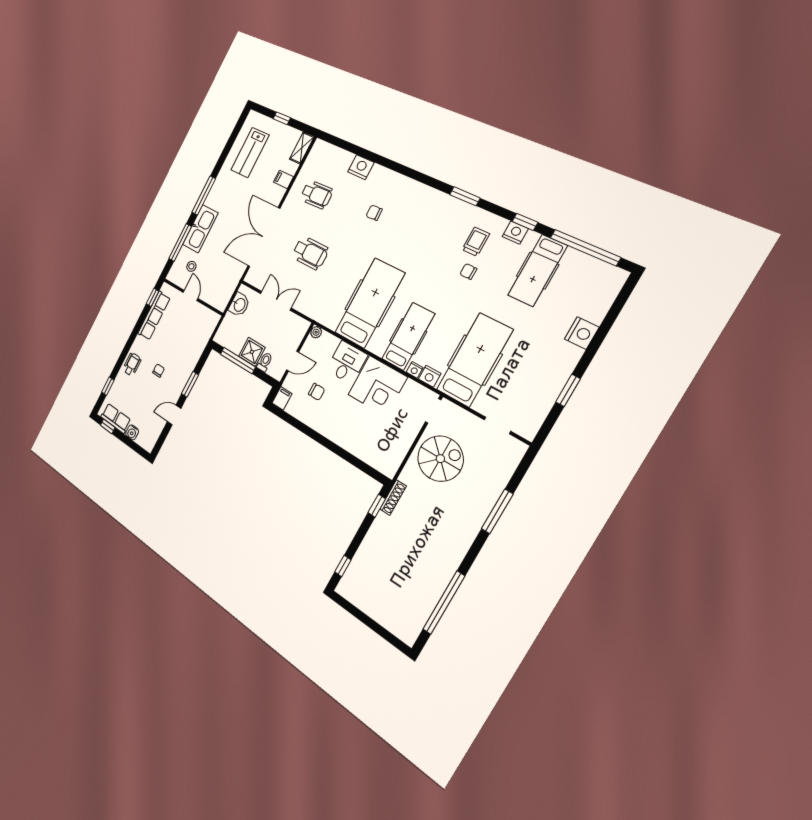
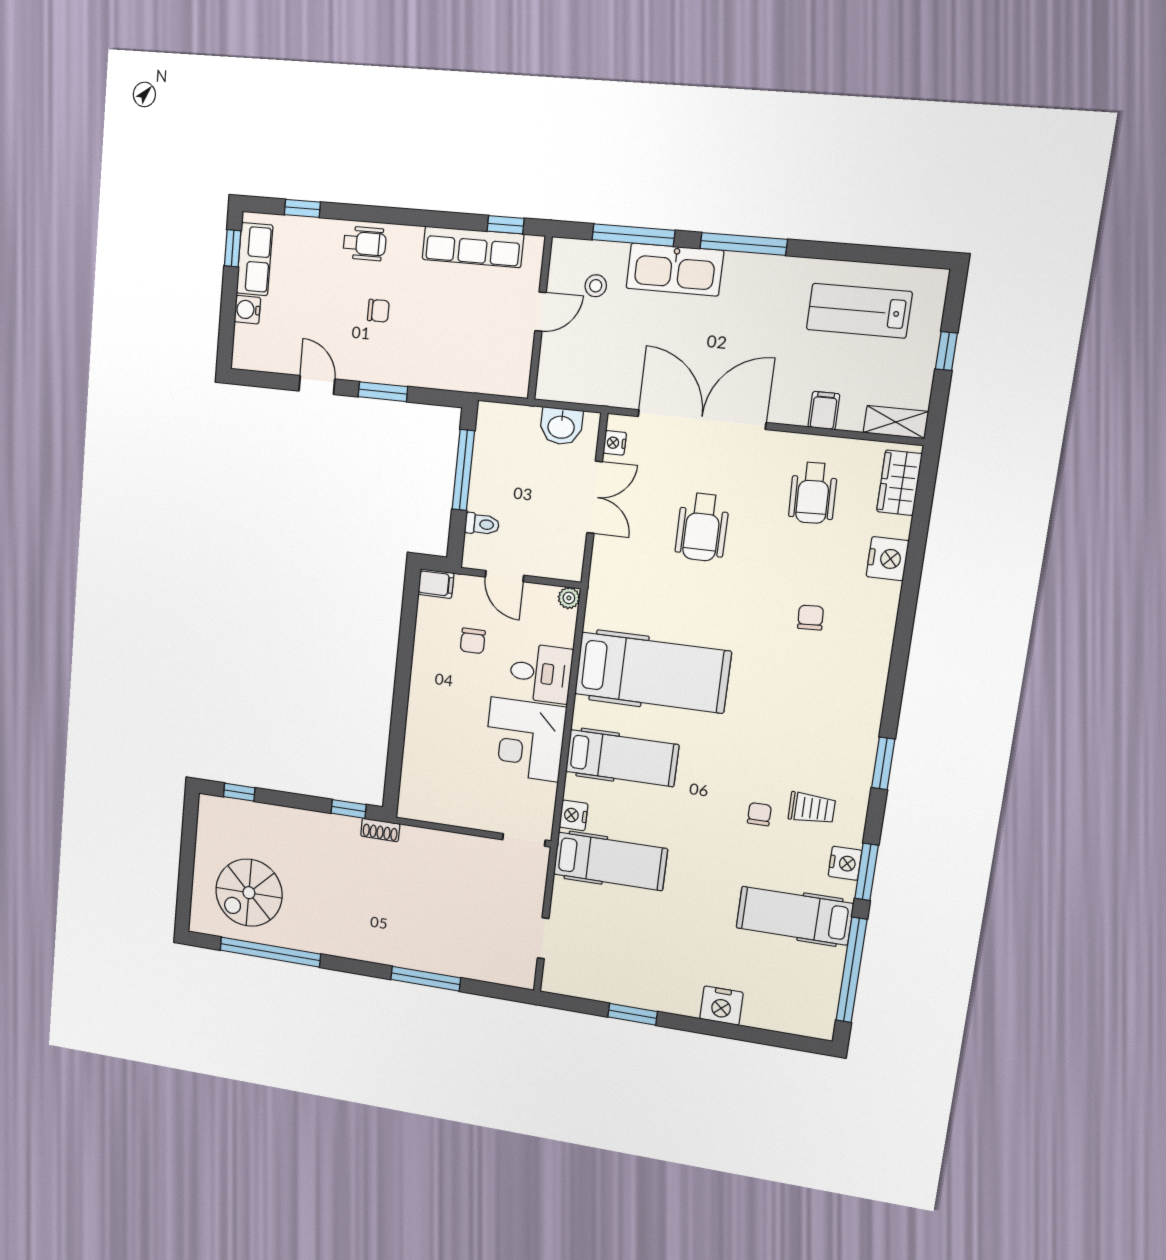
wardrobe: (329, 153) -> (899, 483), added
window: (525, 222) -> (867, 872), width x1.50
shower: (252, 352) -> (489, 491), removed
hospital bed: (475, 360) -> (610, 861), width x0.73, depth x0.78
nightstand: (415, 370) -> (615, 443), moved
spiral stairs: (440, 459) -> (249, 893), moved, turned 90
shoe rack: (393, 498) -> (380, 830), width x0.70

